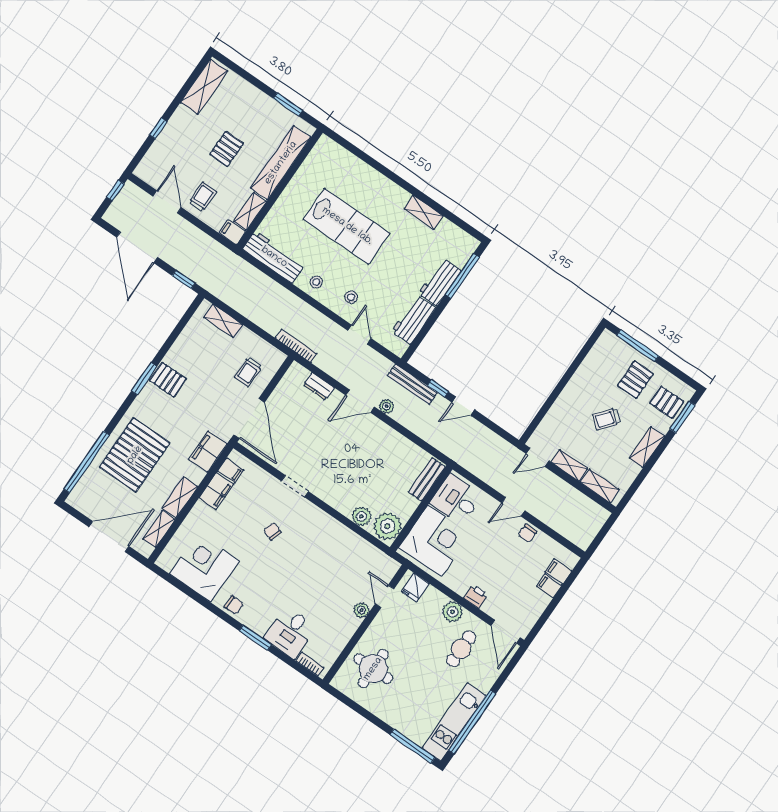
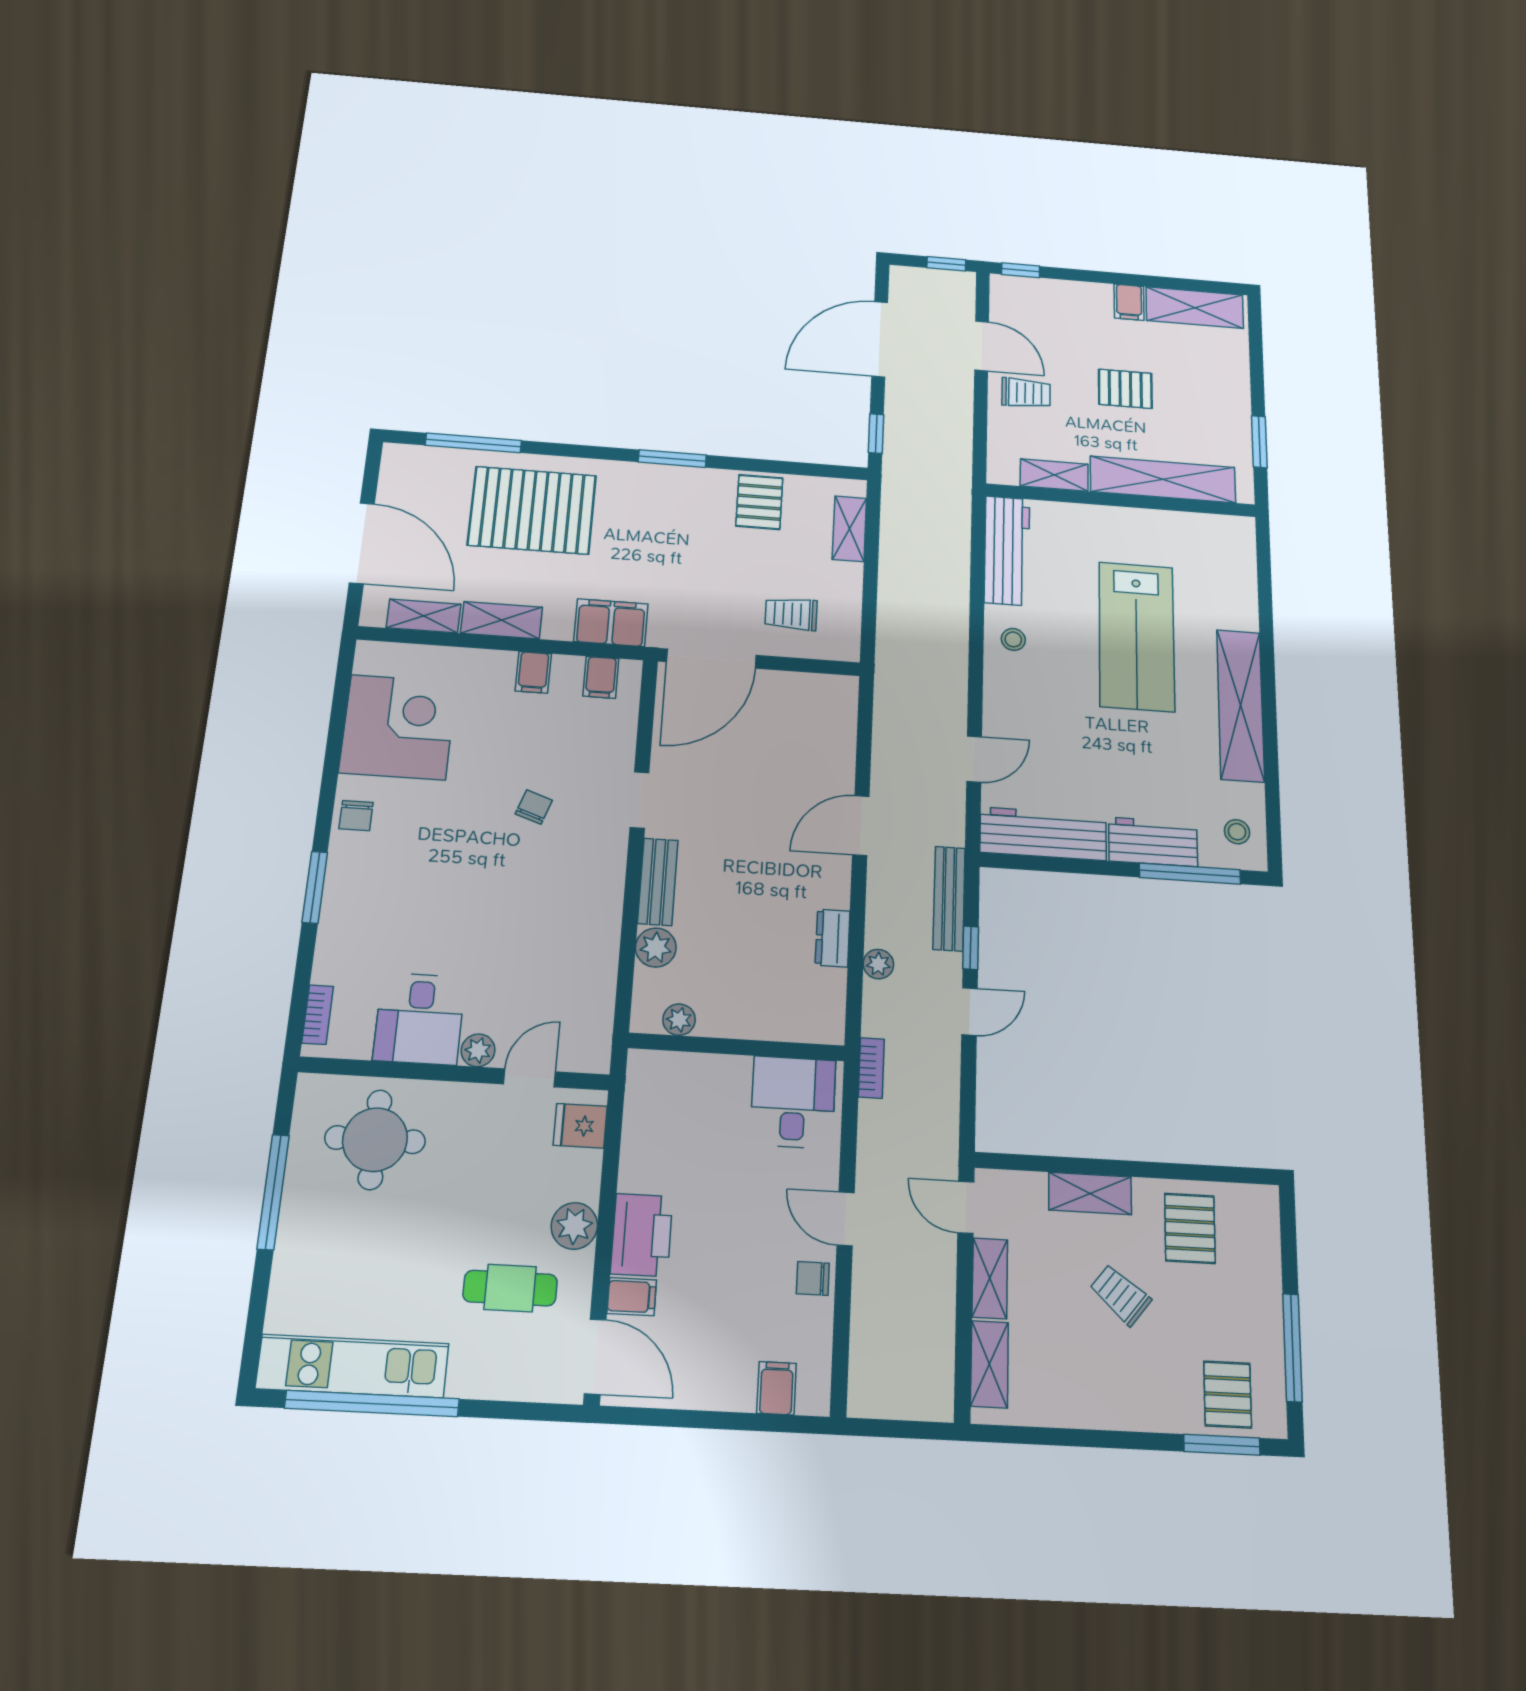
window: (158, 128) -> (1021, 270), moved
door: (167, 202) -> (982, 346), hinge flipped
shelving: (424, 212) -> (1240, 705), width x2.20, depth x1.33
filing cabinet: (232, 232) -> (1129, 302), moved, turned 180
stool: (351, 297) -> (1237, 832), moved
workbench: (414, 320) -> (1043, 834), width x1.38
bookcase: (296, 346) -> (871, 1068), moved, width x0.64
window: (638, 346) -> (1292, 1348), moved
pallet: (168, 380) -> (759, 502), moved
pallet: (635, 380) -> (1190, 1228), moved, turned 90
dresser: (319, 386) -> (833, 938), moved
door: (360, 401) -> (861, 826), hinge flipped
plant: (387, 406) -> (878, 964), moved
door: (463, 406) -> (969, 1012), swing flipped
shelving: (647, 447) -> (1090, 1193), moved
window: (87, 462) -> (473, 443), width x0.68
bench: (427, 479) -> (658, 882), moved, turned 90
filing cabinet: (216, 491) -> (533, 672), width x0.50
plant: (387, 526) -> (679, 1020), width x0.53, depth x0.53
corner desk: (435, 541) -> (691, 1109), removed
filing cabinet: (549, 586) -> (632, 1297), moved, turned 90
printer: (476, 596) -> (642, 1235), width x1.87, depth x1.48
desk: (290, 632) -> (419, 1019), moved, turned -90
door: (506, 632) -> (595, 1357), swing flipped
window: (413, 746) -> (273, 1192), moved

